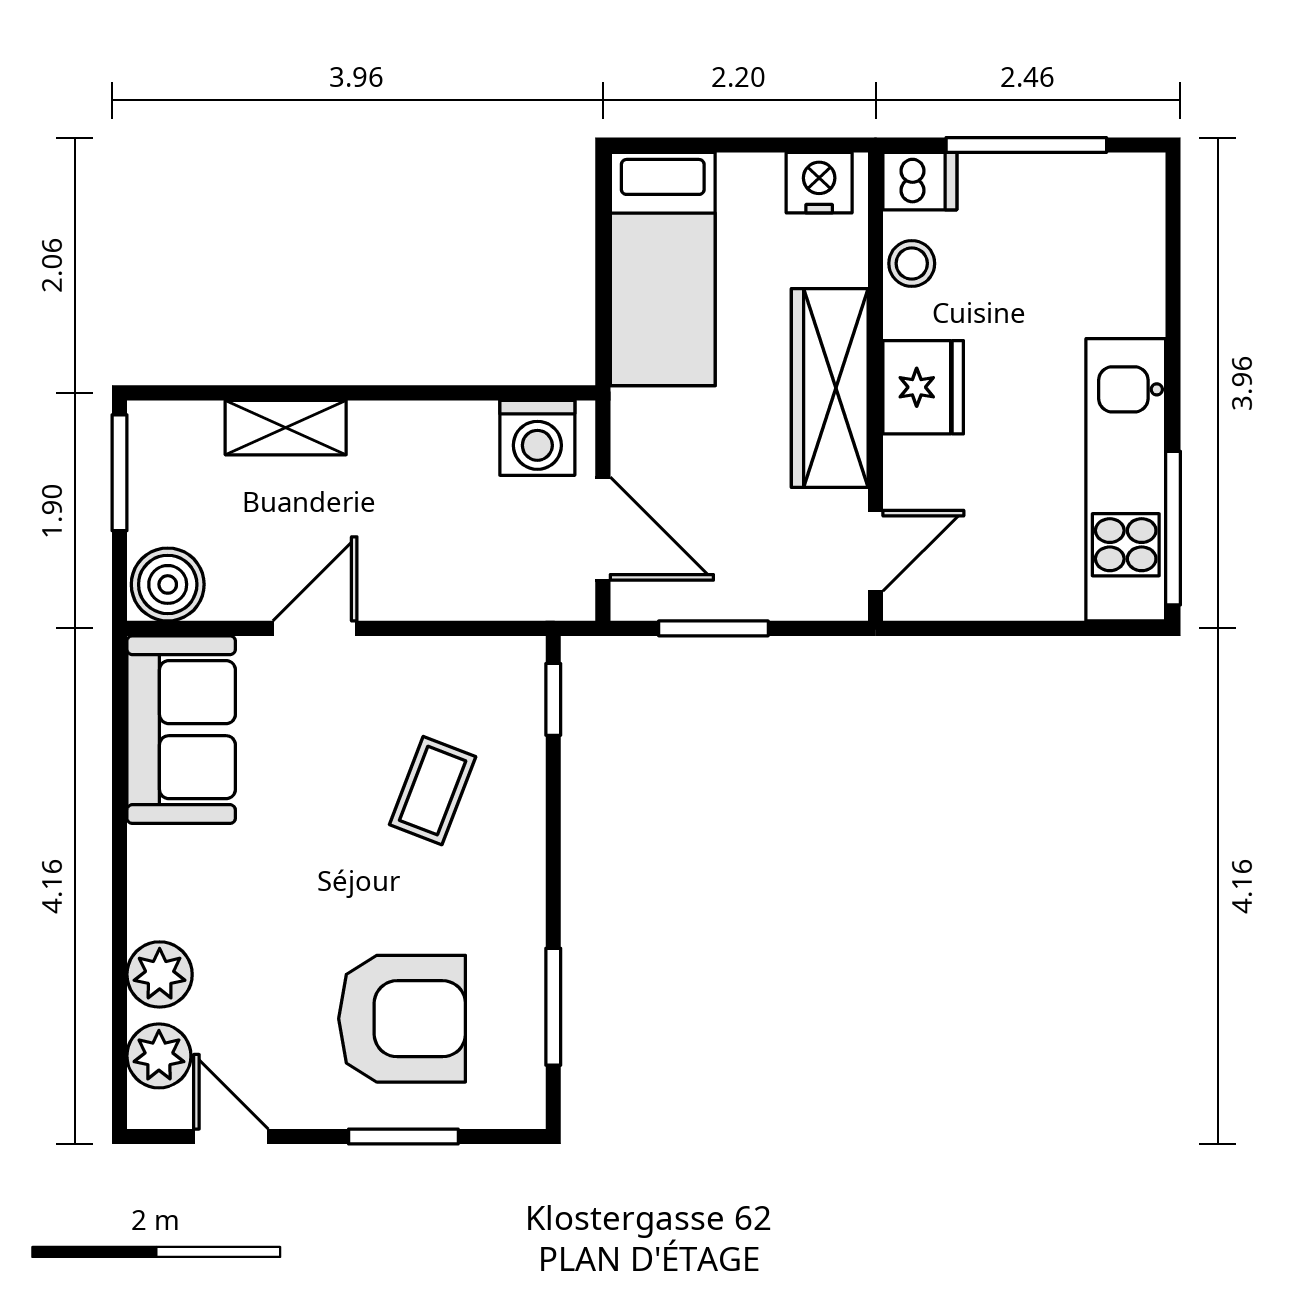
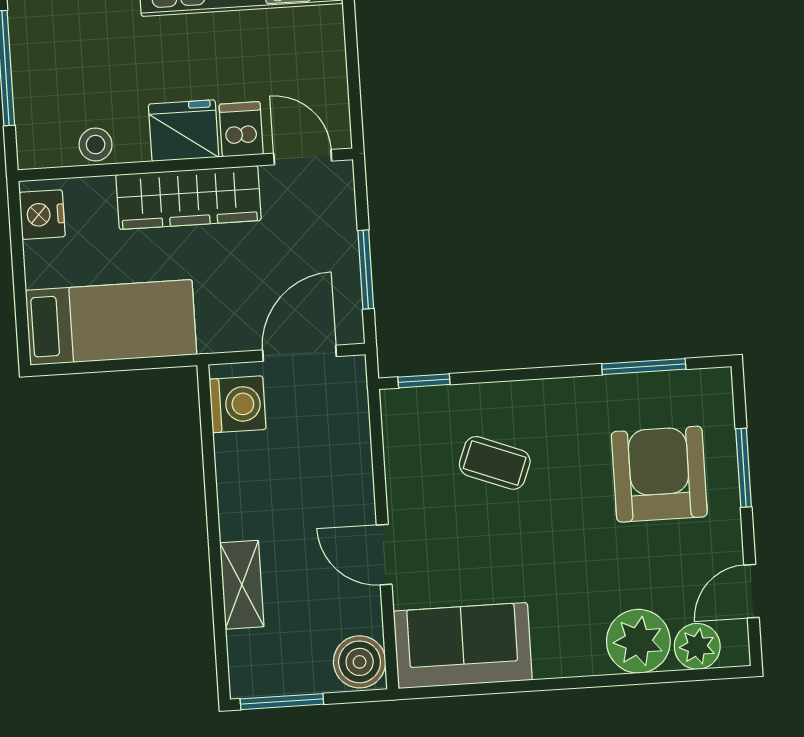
dishwasher: (920, 181) -> (241, 129), moved
plant: (160, 974) -> (638, 641), width x1.36, depth x1.36

